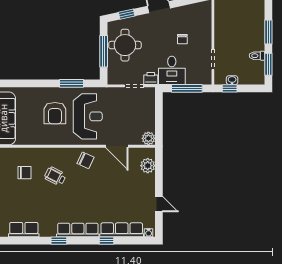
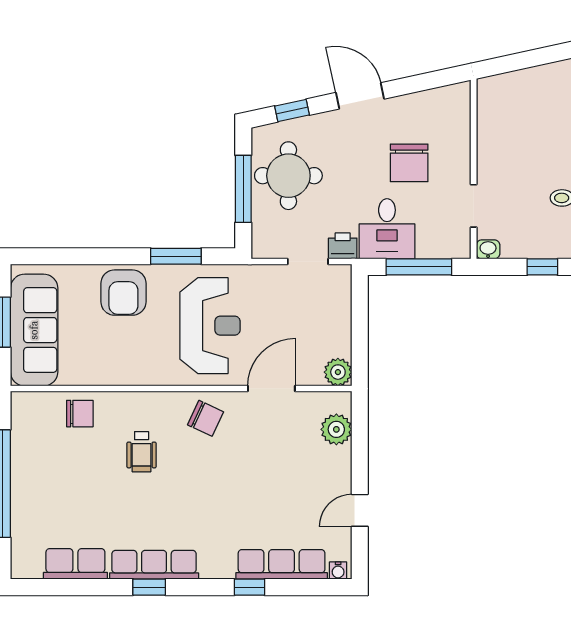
chair: (182, 39) -> (409, 163), width x1.87, depth x1.87
washbasin: (232, 80) -> (488, 249), moved
window: (230, 88) -> (542, 267), moved
armchair: (55, 113) -> (123, 293), moved
door: (117, 146) -> (271, 389), swing flipped
chair: (25, 173) -> (80, 414), moved
wheelchair: (55, 176) -> (142, 452), turned -117
door: (159, 204) -> (360, 510), swing flipped
row of seats: (78, 230) -> (154, 565), moved

